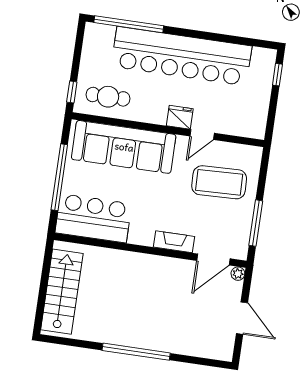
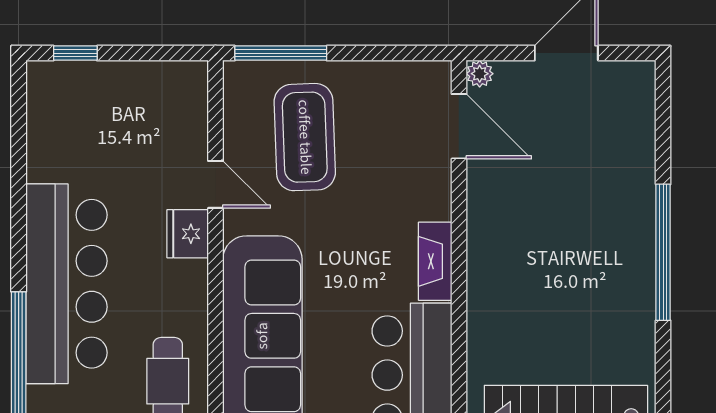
bar counter: (182, 56) -> (66, 284), width x0.73
window: (256, 223) -> (281, 53), moved
fireplace: (174, 242) -> (435, 261), moved

